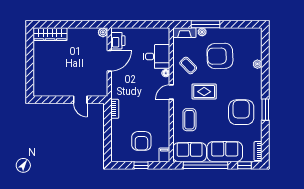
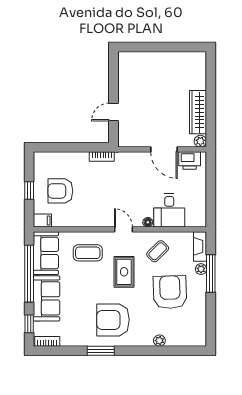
wardrobe: (50, 34) -> (198, 112), moved
armchair: (241, 112) -> (113, 320), moved, turned 180

